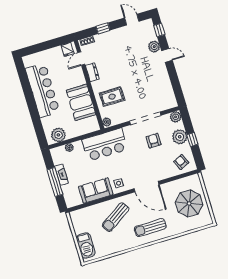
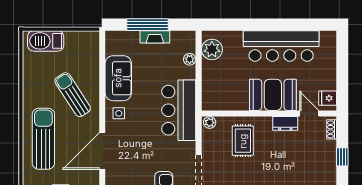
booth: (81, 102) -> (273, 95), moved
sun lounger: (150, 228) -> (43, 139), width x1.36, depth x1.34

